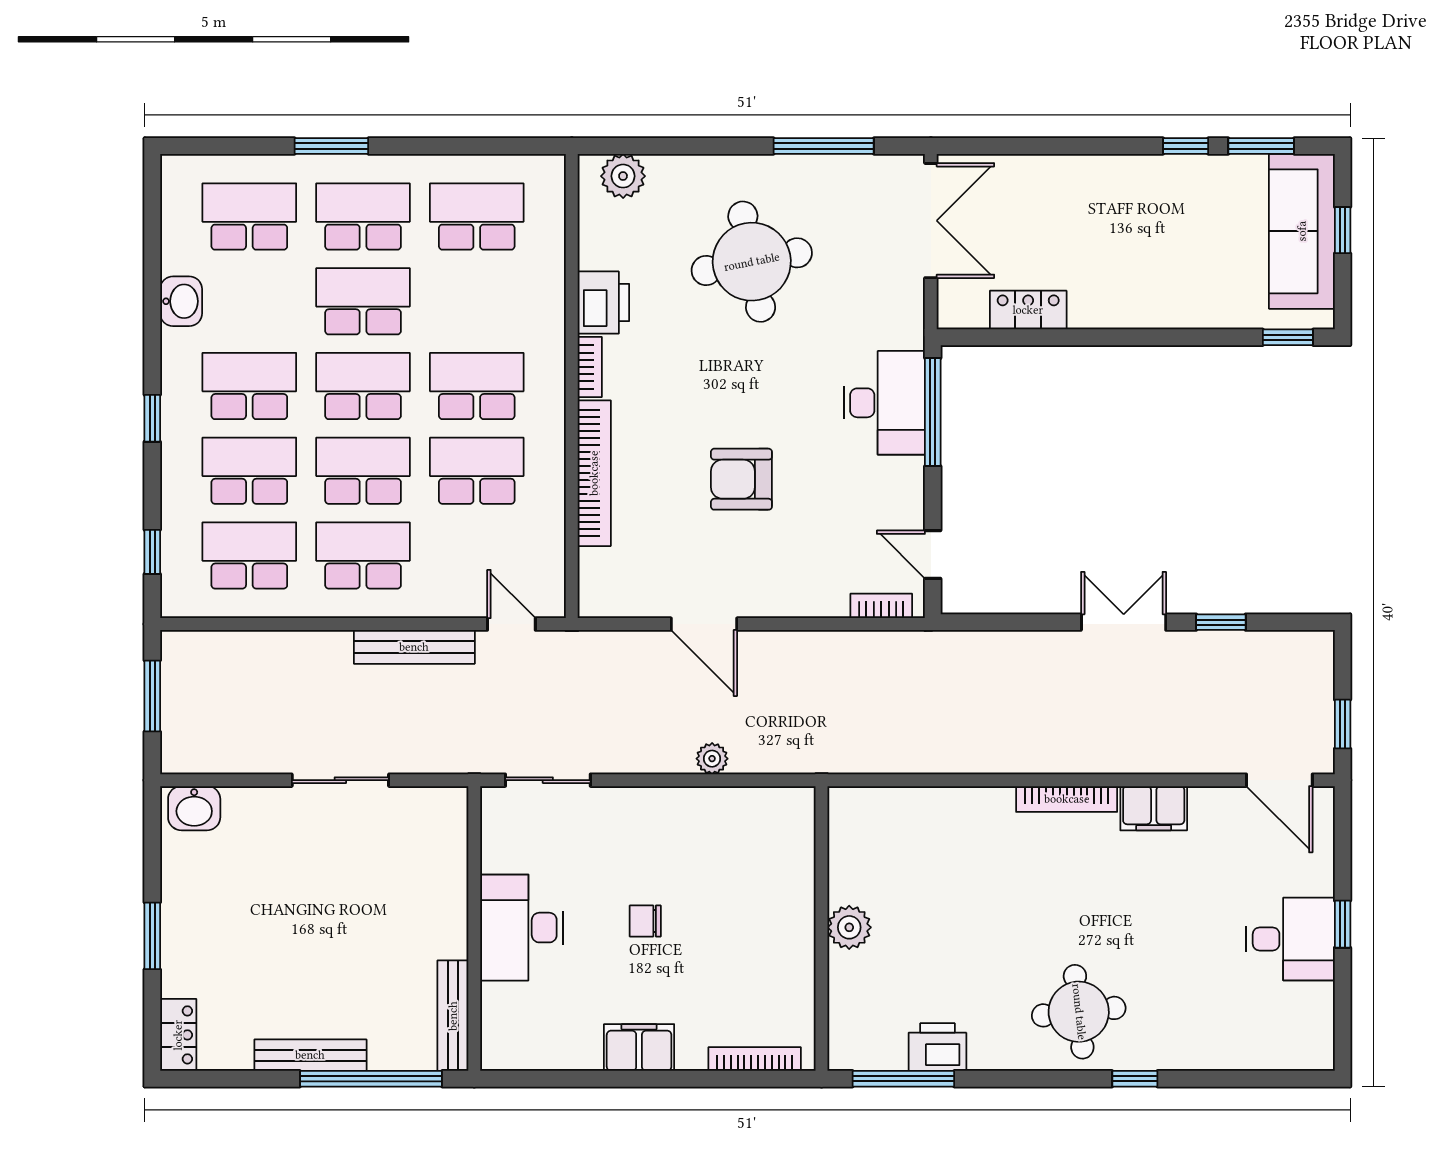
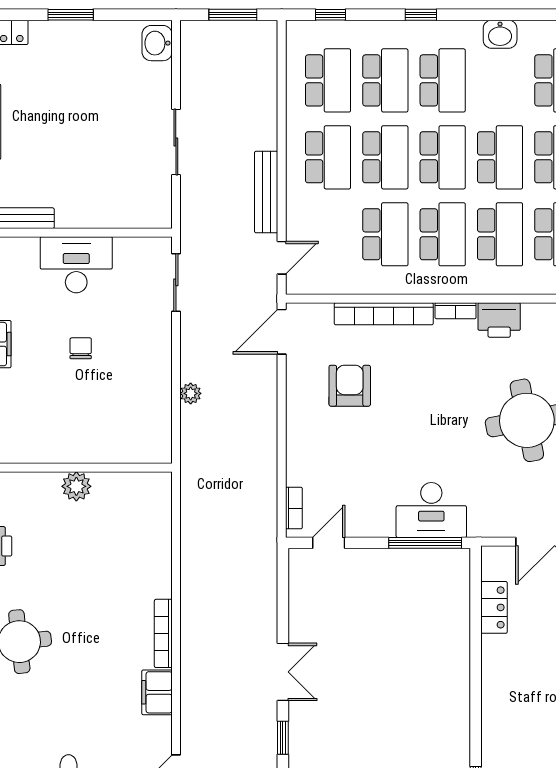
school desk: (477, 301) -> (500, 234), added
armchair: (741, 479) -> (350, 386), moved
door: (704, 624) -> (282, 332), moved

